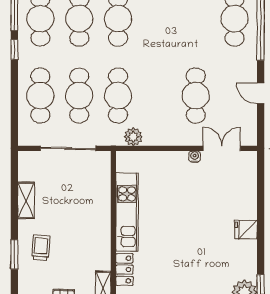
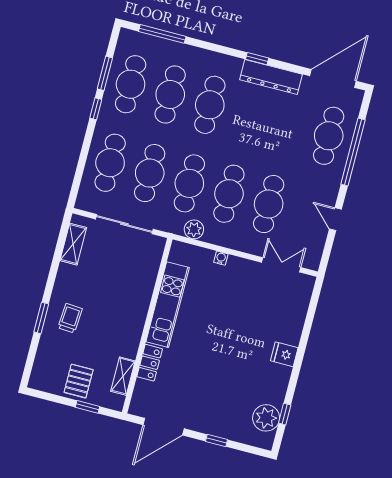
cafe table: (157, 96) -> (229, 194), added
water cooler: (195, 157) -> (221, 258), moved
shelving: (26, 200) -> (73, 244), moved

